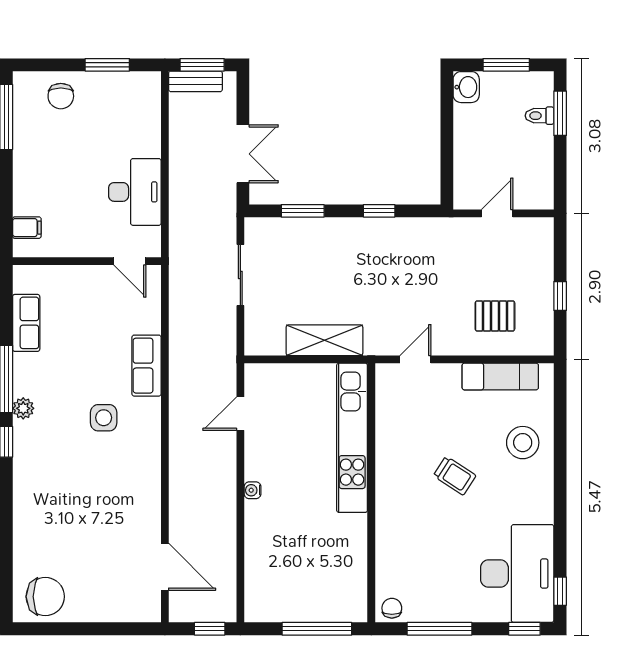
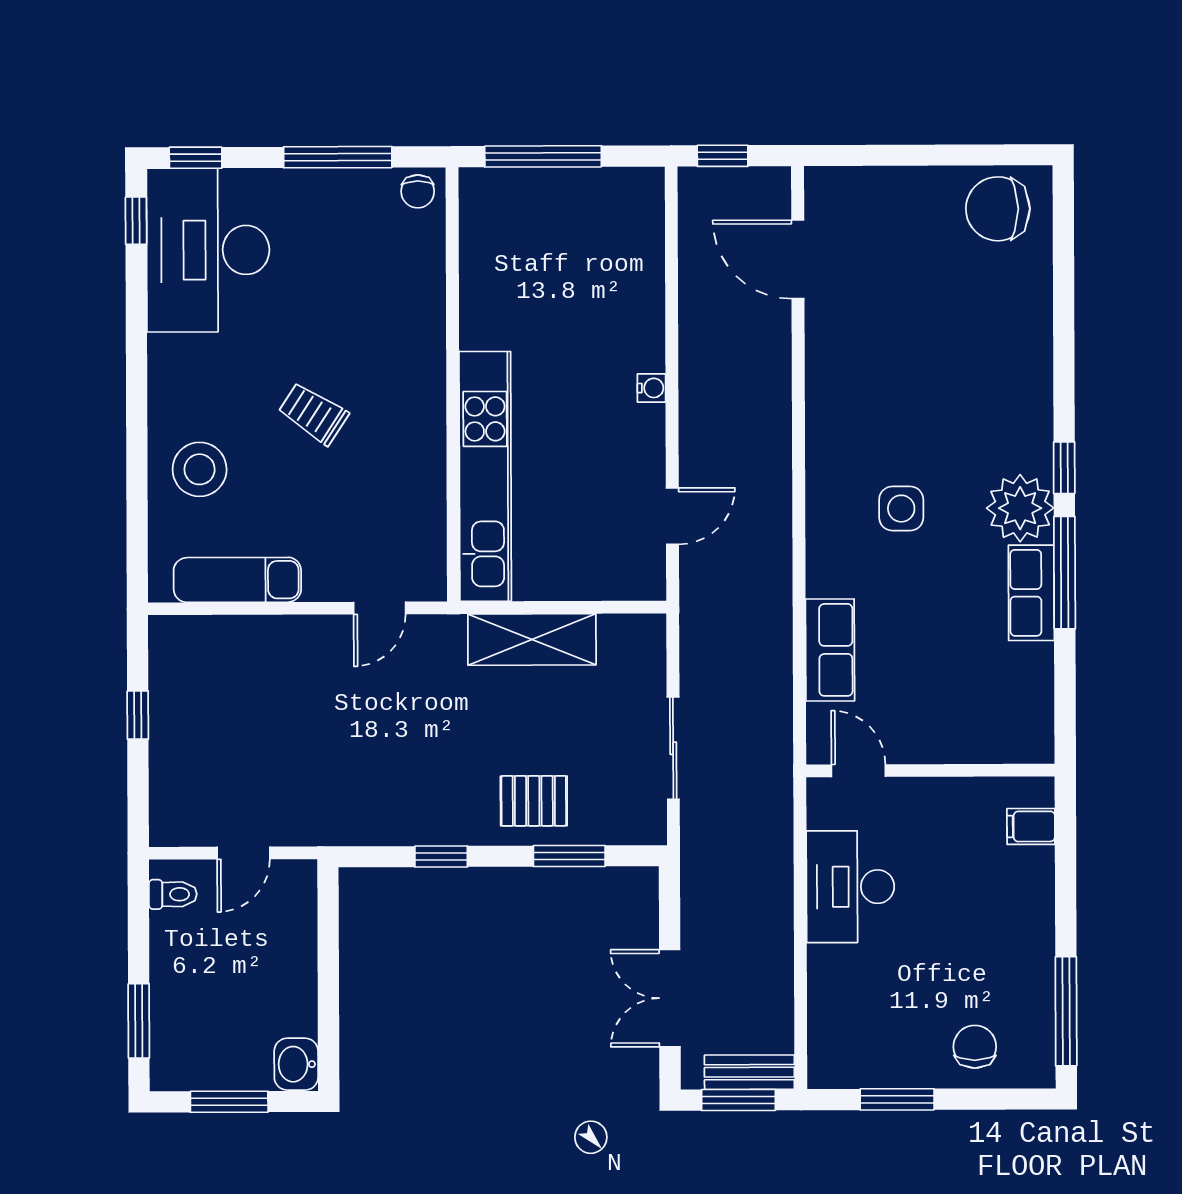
toilet: (540, 116) -> (173, 894), moved
double door: (243, 154) -> (670, 998), moved
pallet: (495, 316) -> (534, 801), moved
row of seats: (26, 323) -> (1031, 593), moved
row of seats: (146, 366) -> (830, 650), moved
plant: (23, 408) -> (1020, 508), width x1.88, depth x1.88

